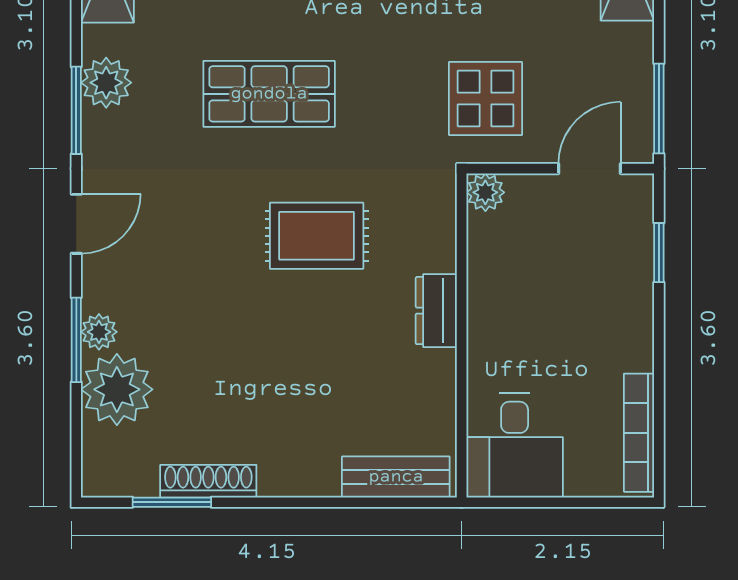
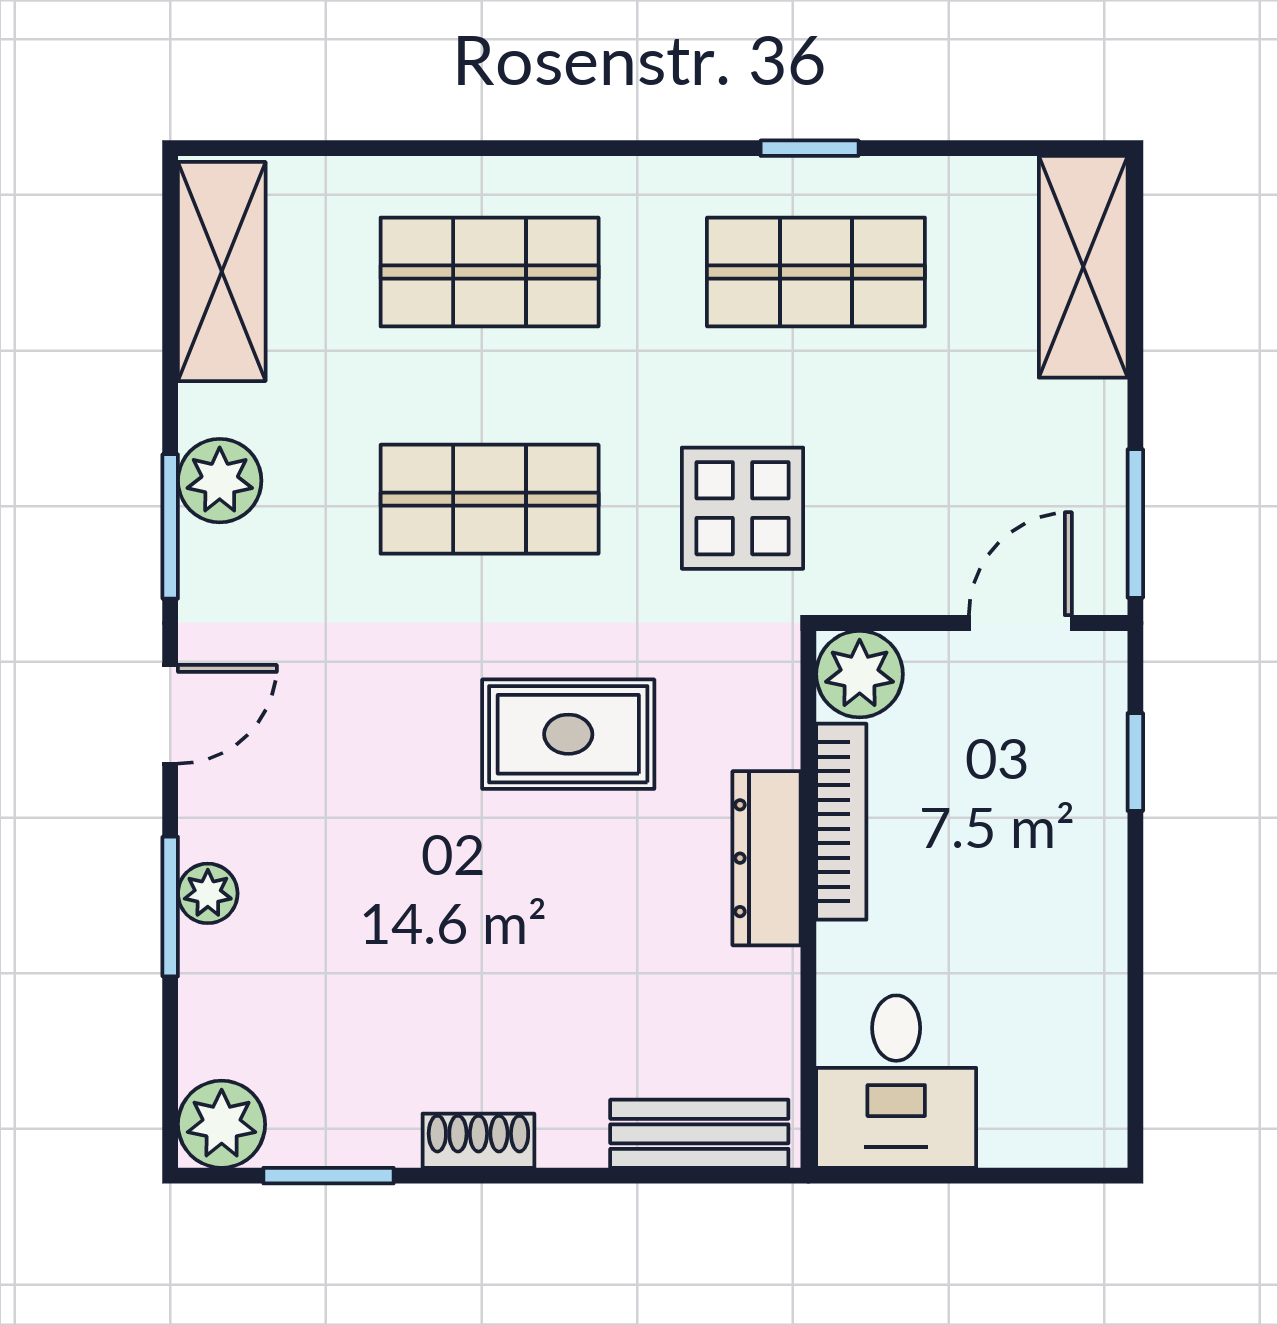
display table: (485, 98) -> (743, 508), moved
plant: (485, 192) -> (860, 674), width x1.38, depth x1.38
dresser: (436, 311) -> (767, 858), width x1.44
plant: (117, 389) -> (222, 1124), moved, width x0.73, depth x0.73
bookcase: (639, 433) -> (841, 822), moved, turned 180
shoe rack: (208, 481) -> (478, 1141), moved, width x0.70

